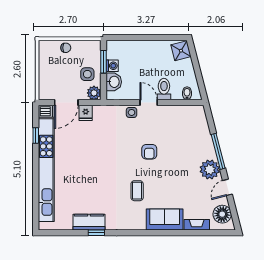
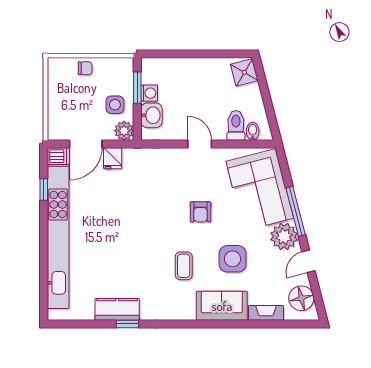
toilet: (164, 89) -> (236, 125), moved
side table: (132, 112) -> (233, 259), moved, width x1.87, depth x1.87
corner sofa: (192, 136) -> (260, 190), added

